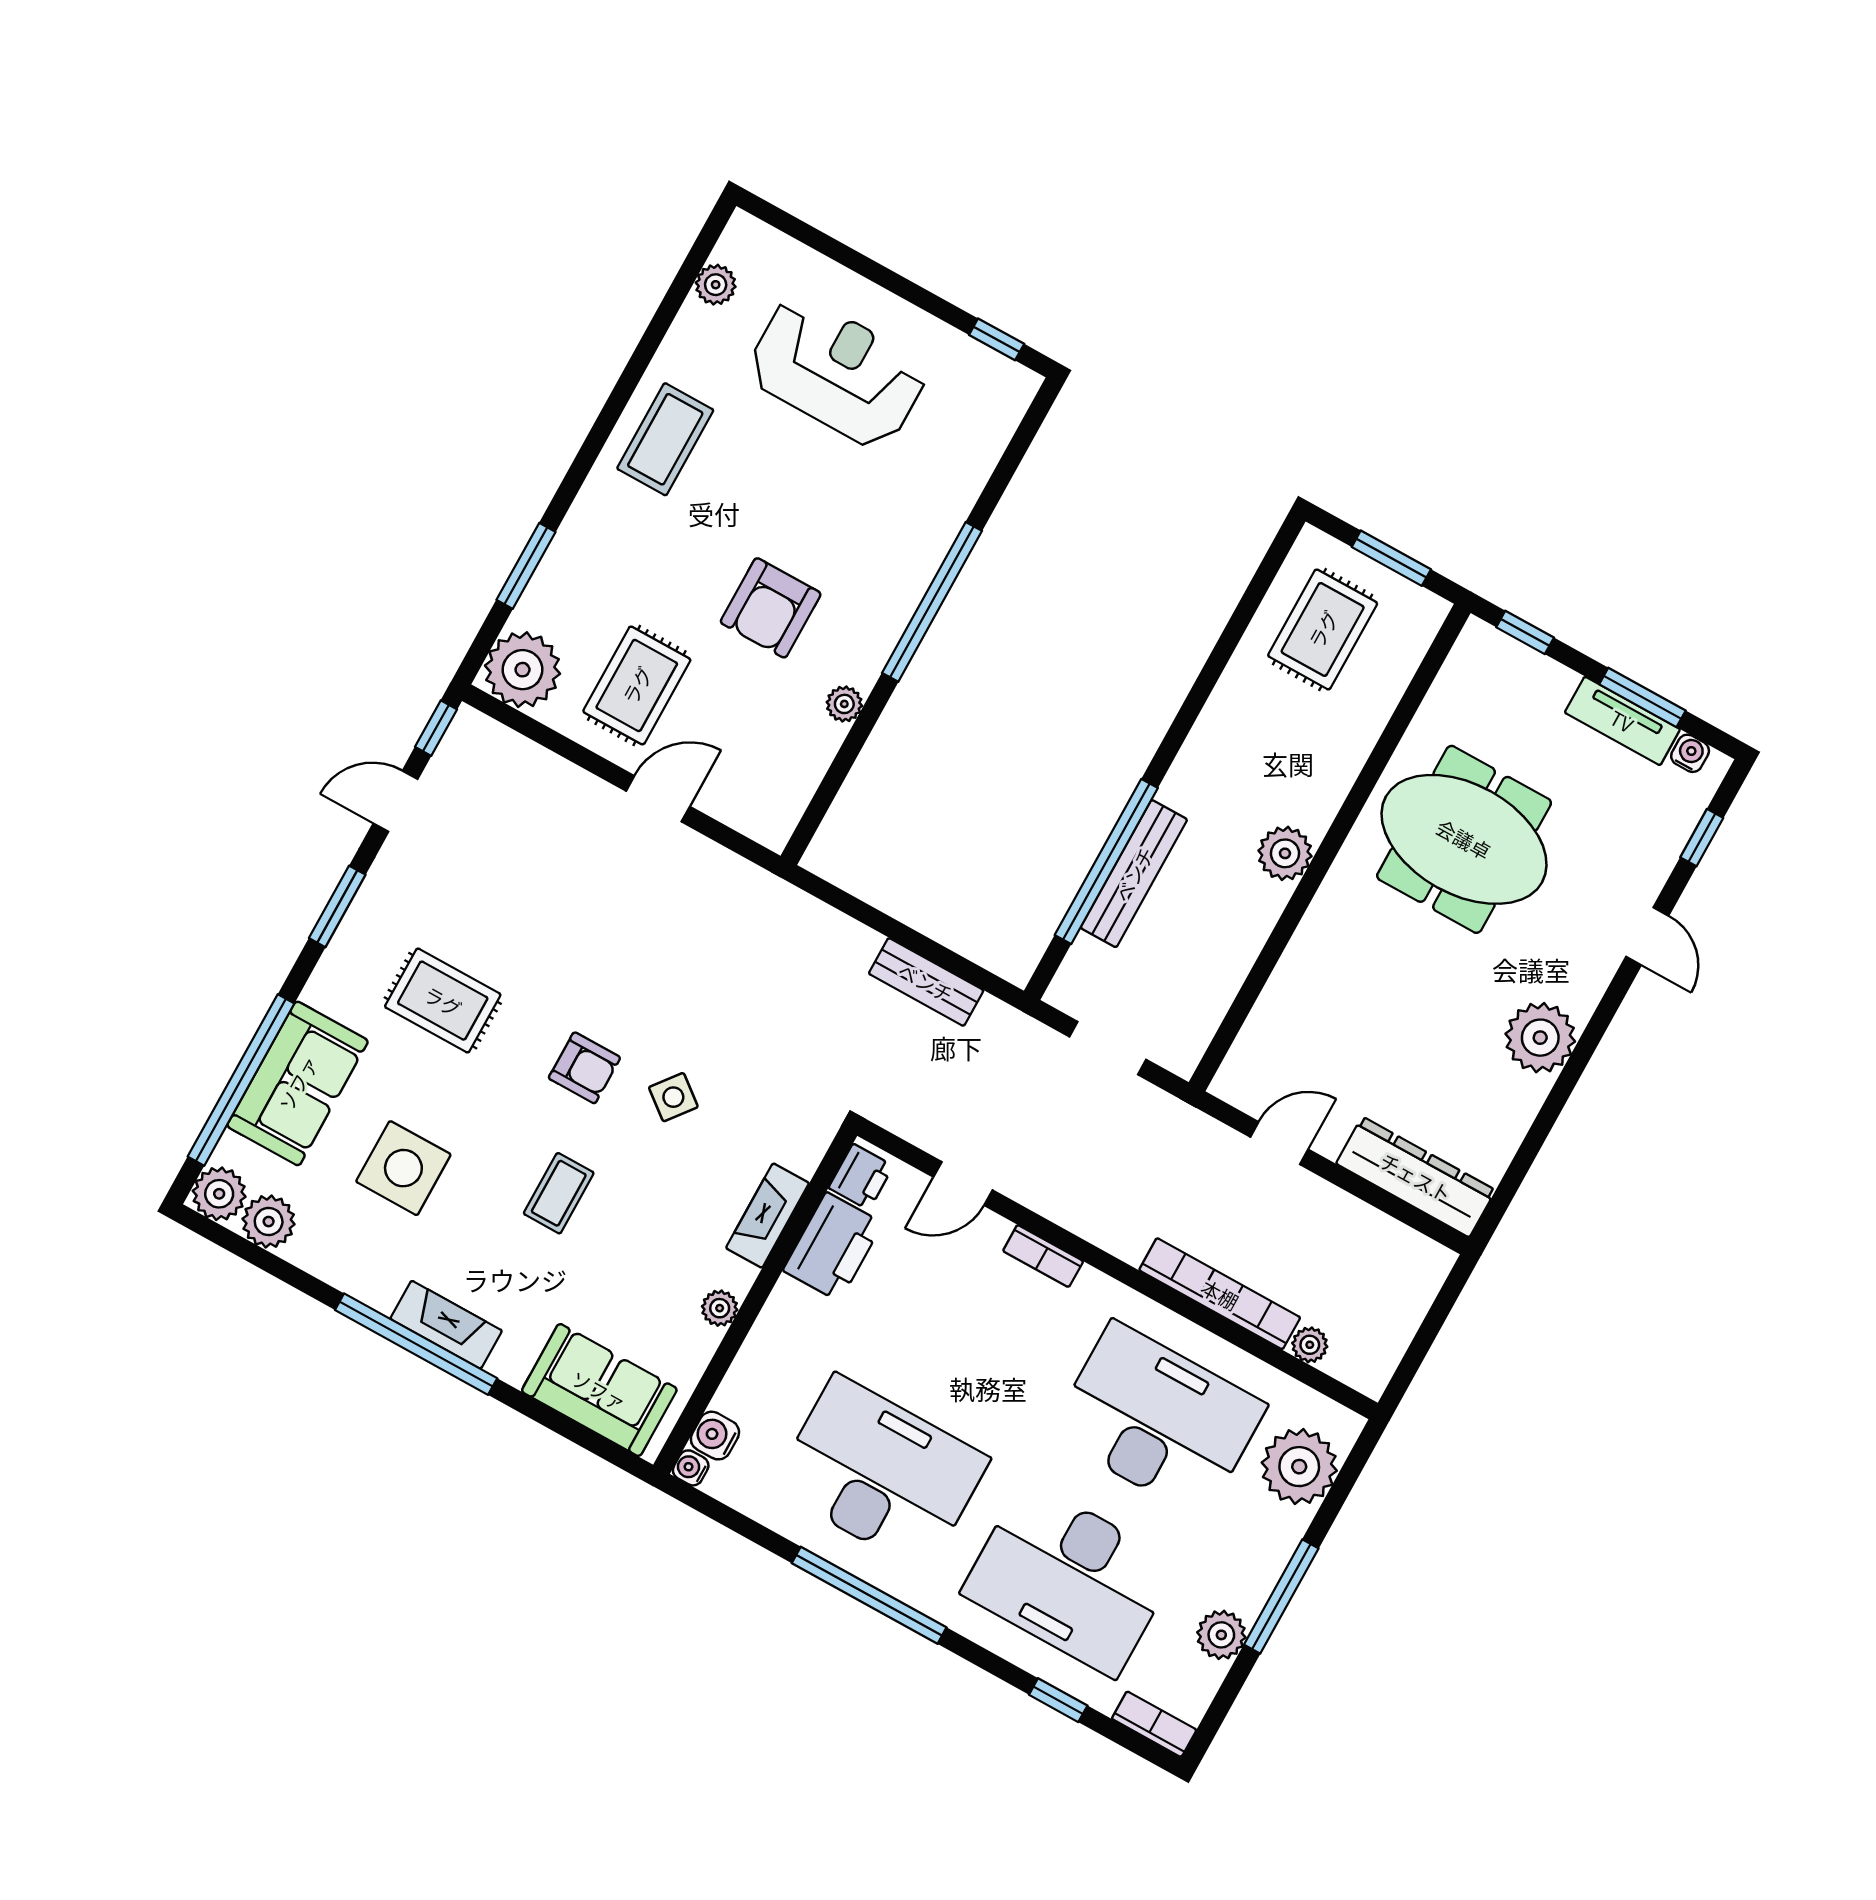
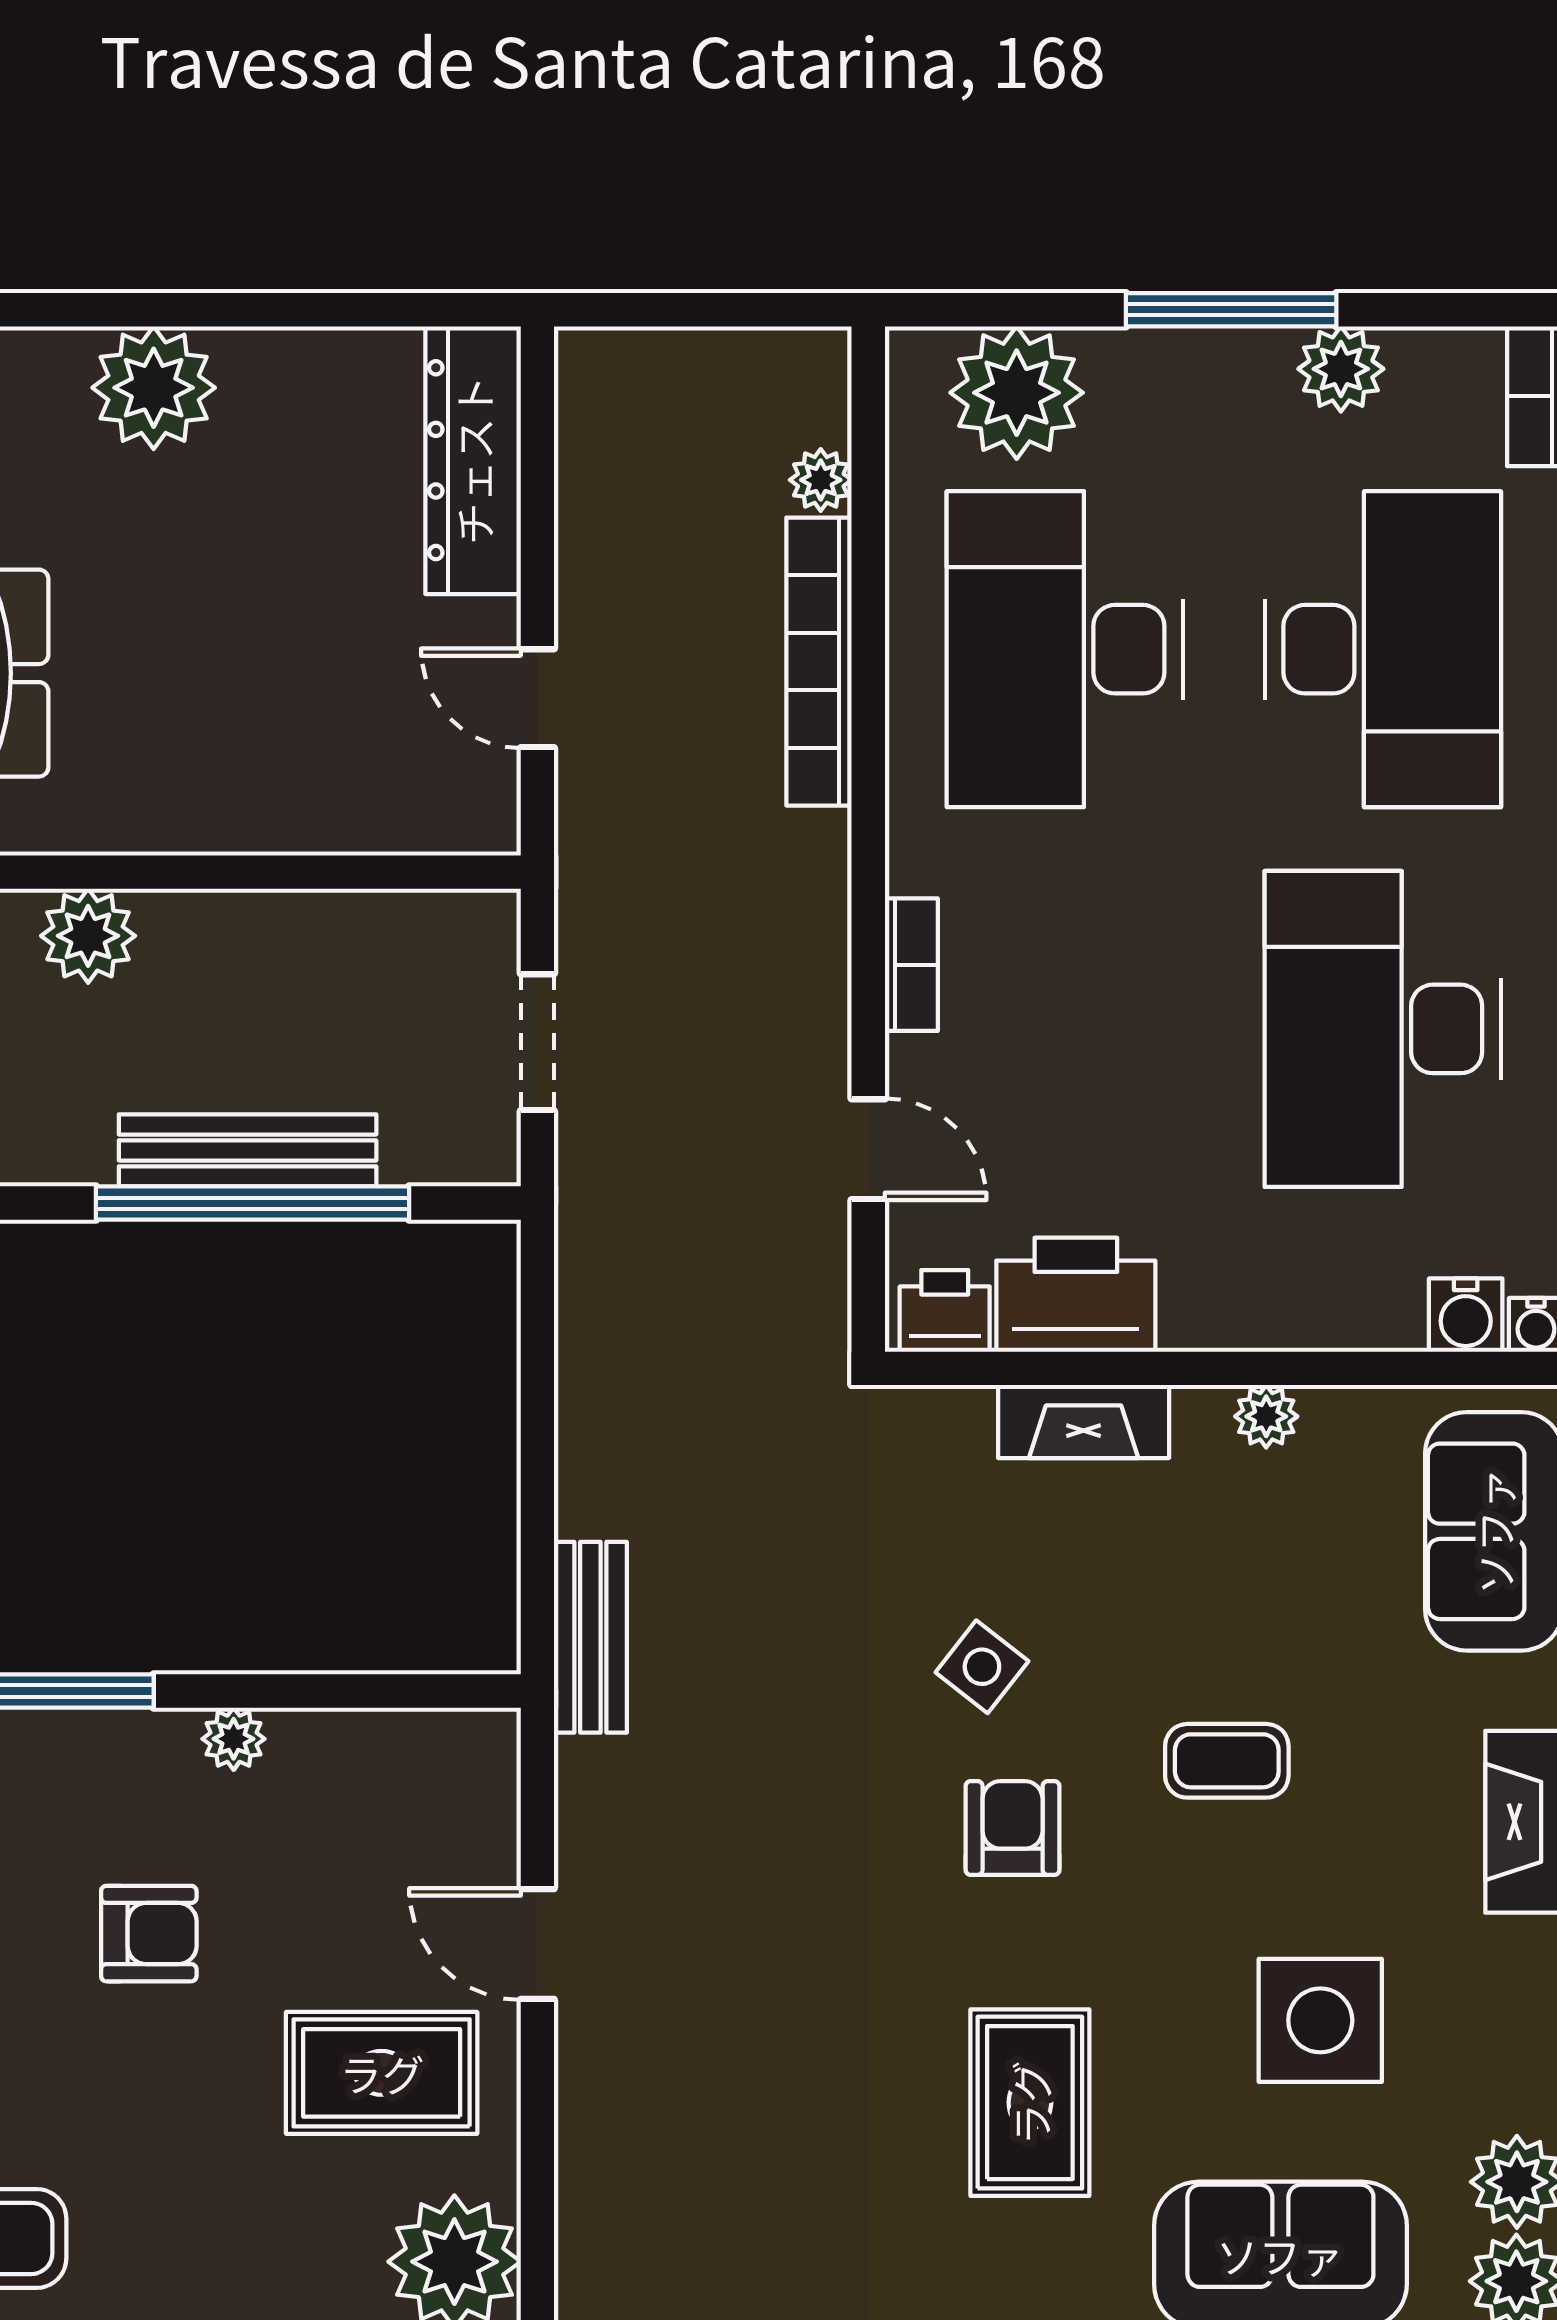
armchair: (771, 608) -> (149, 1934), width x0.72, depth x0.72
bench: (926, 982) -> (590, 1637), moved

